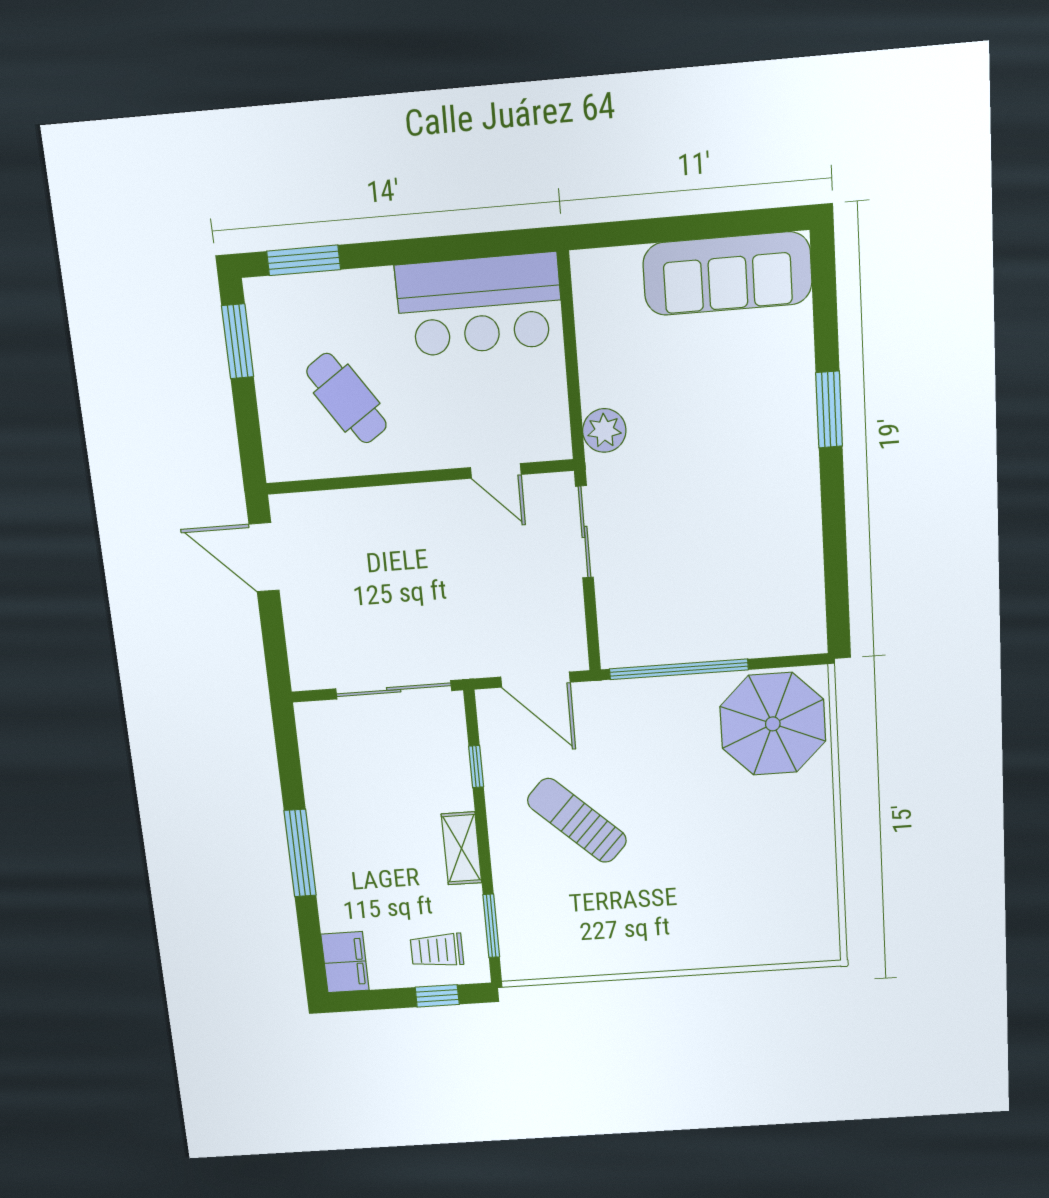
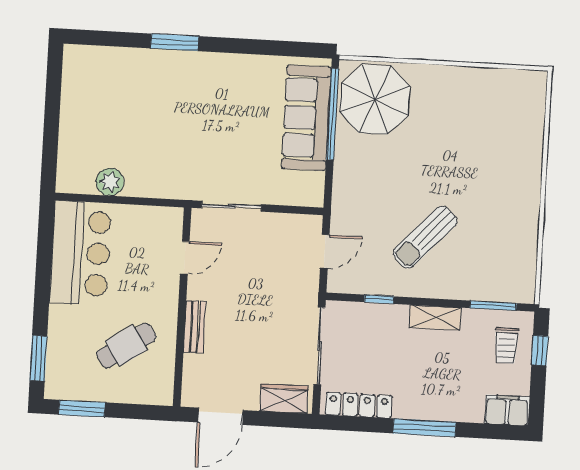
sofa: (727, 274) -> (306, 118), moved, turned 180
plant: (604, 430) -> (110, 182), moved
bench: (392, 500) -> (195, 327), added
wardrobe: (307, 648) -> (284, 399), added
window: (679, 669) -> (332, 114), moved
door: (536, 680) -> (325, 251), width x0.73
locker: (316, 757) -> (359, 405), added

